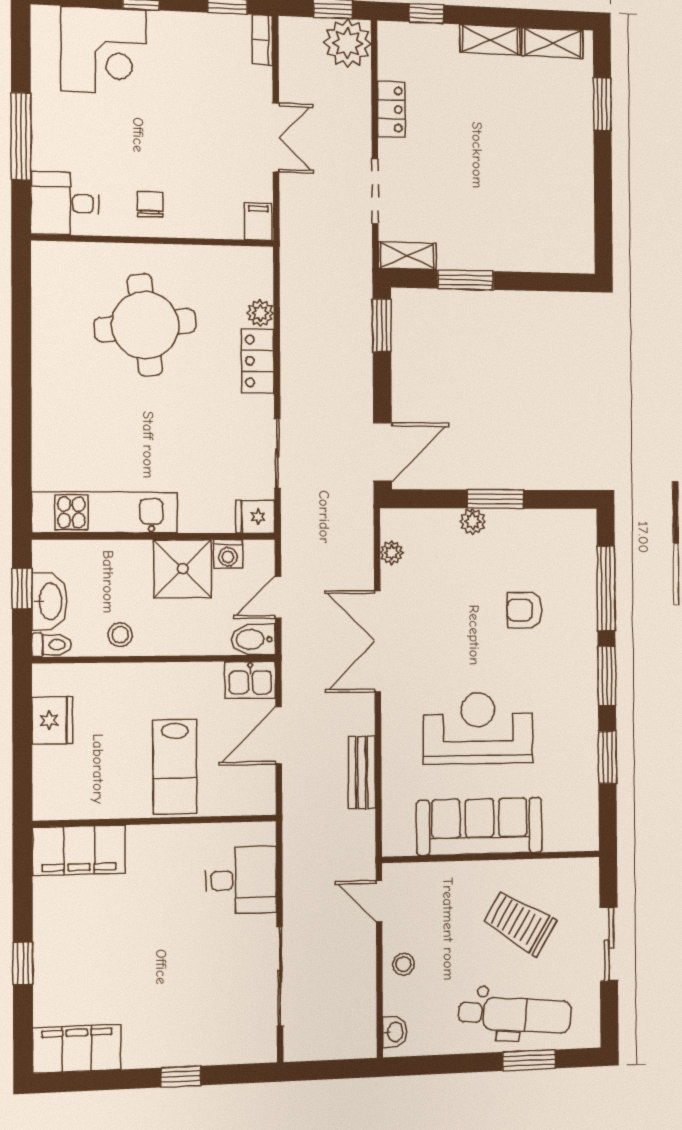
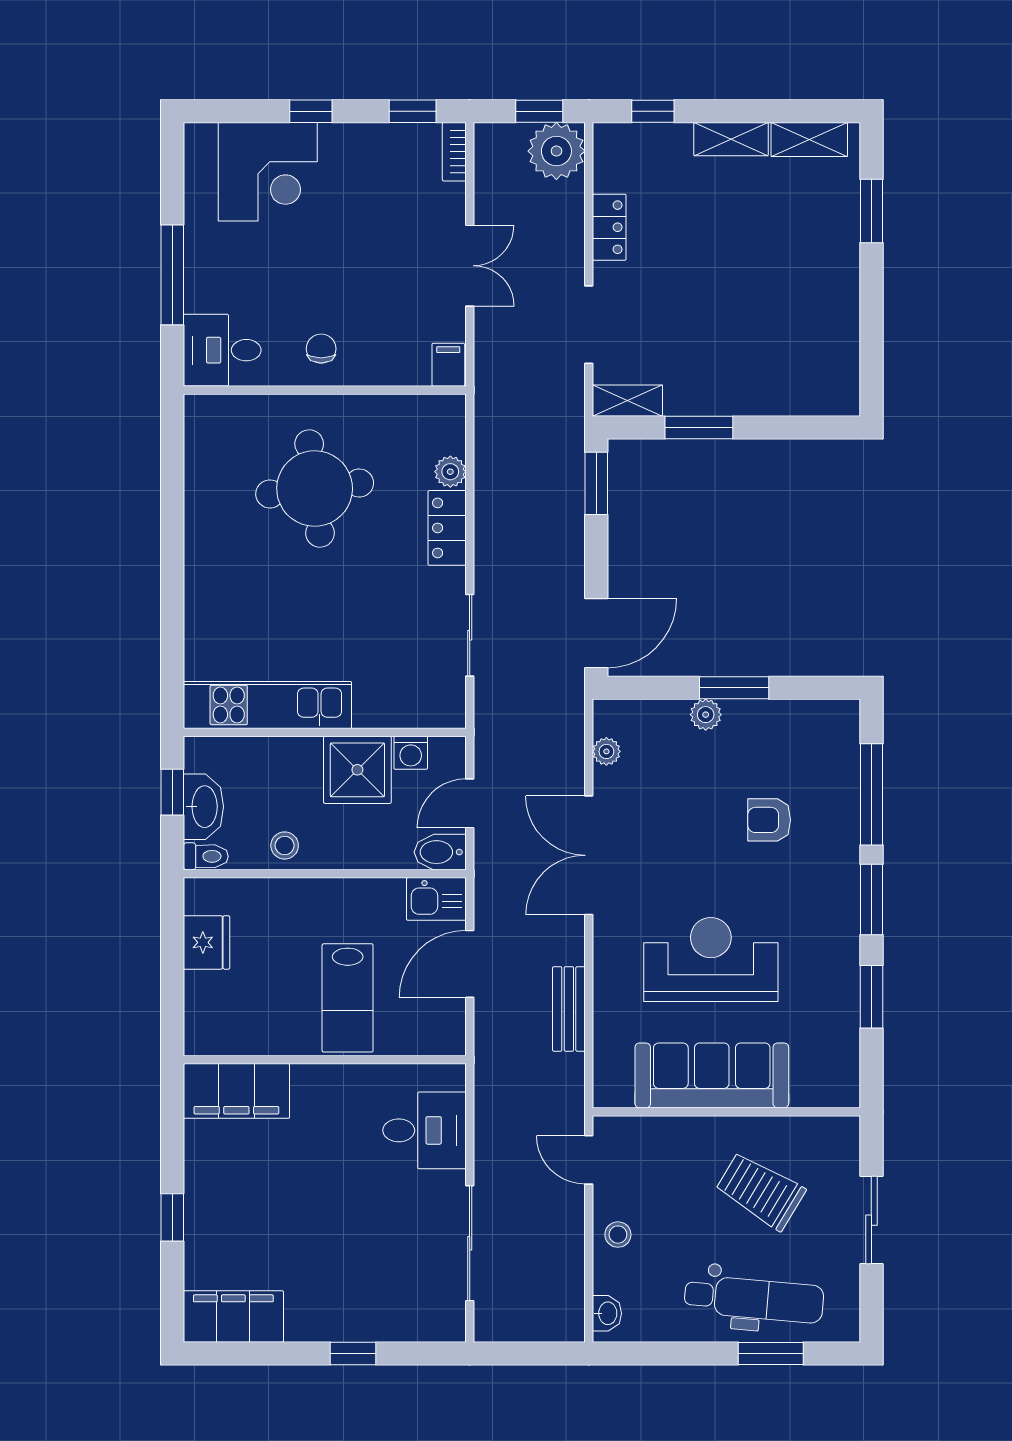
fridge: (255, 517) -> (443, 709), removed

